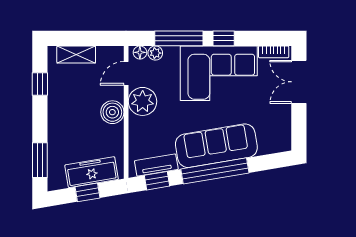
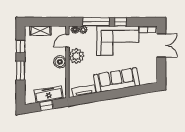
double door: (299, 82) -> (161, 45), swing flipped
window: (40, 160) -> (21, 71), moved
window: (215, 171) -> (116, 94), removed
window: (157, 181) -> (84, 99), removed

